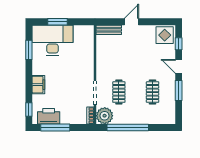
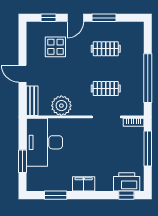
display table: (165, 35) -> (55, 47), moved
desk: (53, 40) -> (44, 142), moved
filing cabinet: (38, 85) -> (84, 184), moved
printer: (49, 116) -> (127, 182), moved, turned 90
plant: (105, 116) -> (61, 106), moved
window: (55, 127) -> (148, 148), moved

